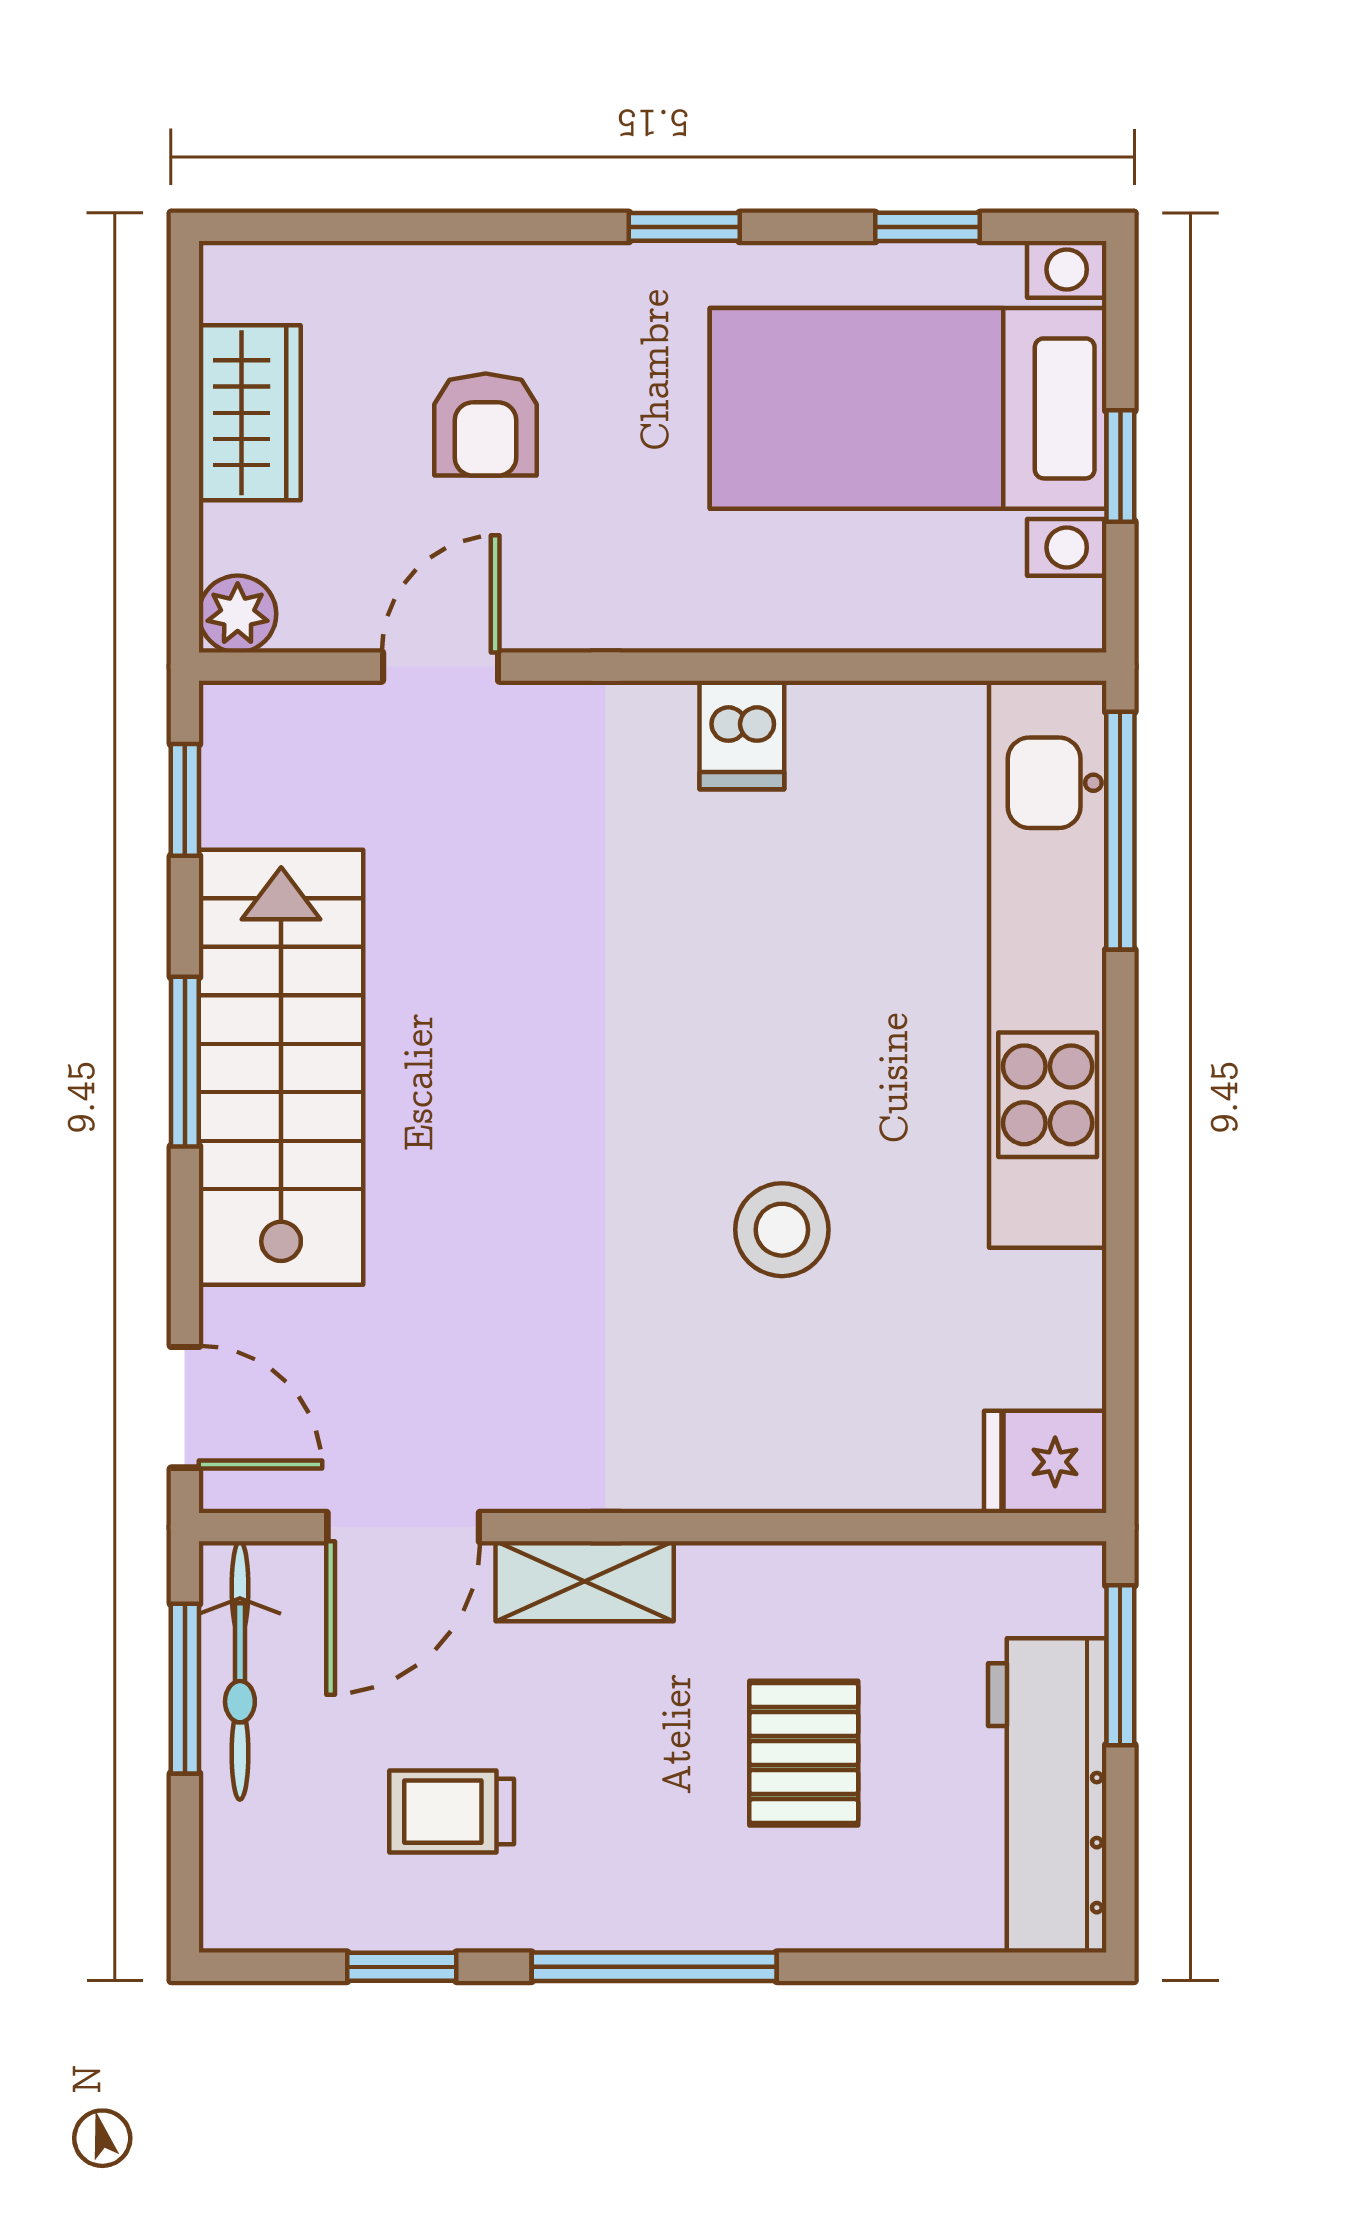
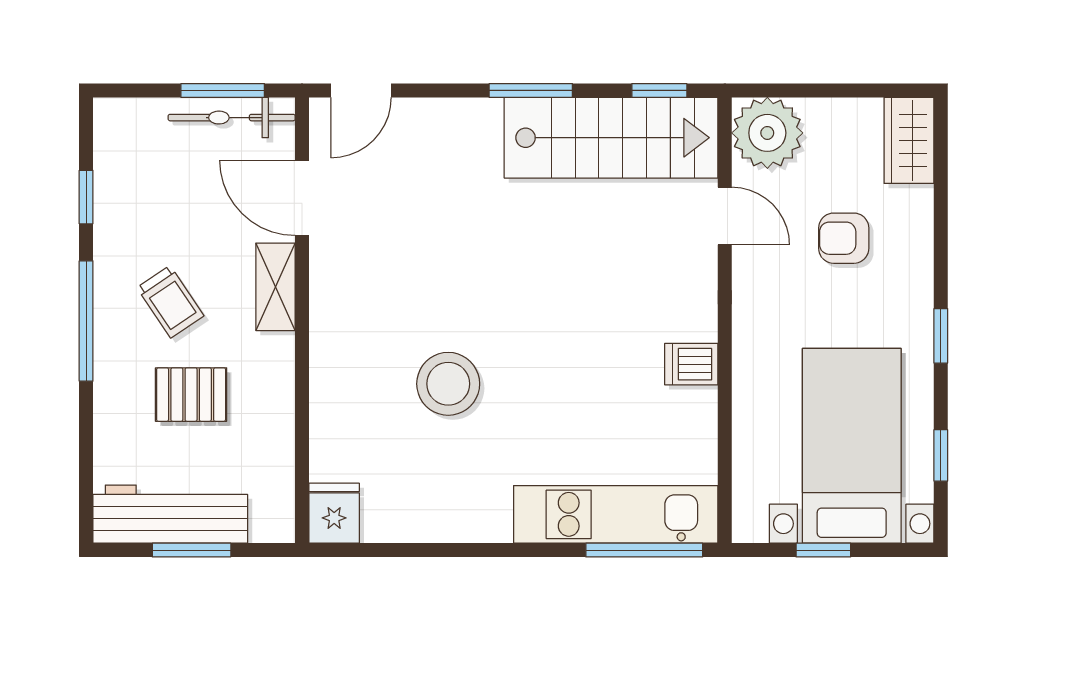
wardrobe: (250, 413) -> (909, 140), moved, turned 90
plant: (238, 614) -> (767, 133), width x1.87, depth x1.87
kitchen unit: (1048, 964) -> (616, 514), width x0.73
stairs: (281, 1067) -> (611, 138), moved
stool: (782, 1230) -> (448, 384), width x1.38, depth x1.38
window: (1120, 1665) -> (192, 550), moved
trolley: (452, 1812) -> (170, 302), moved, turned 146

